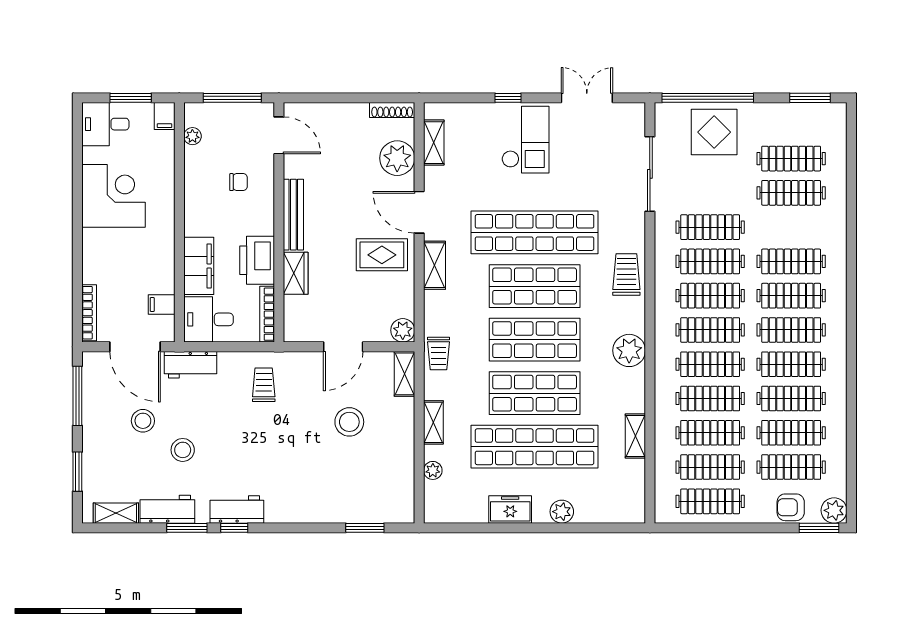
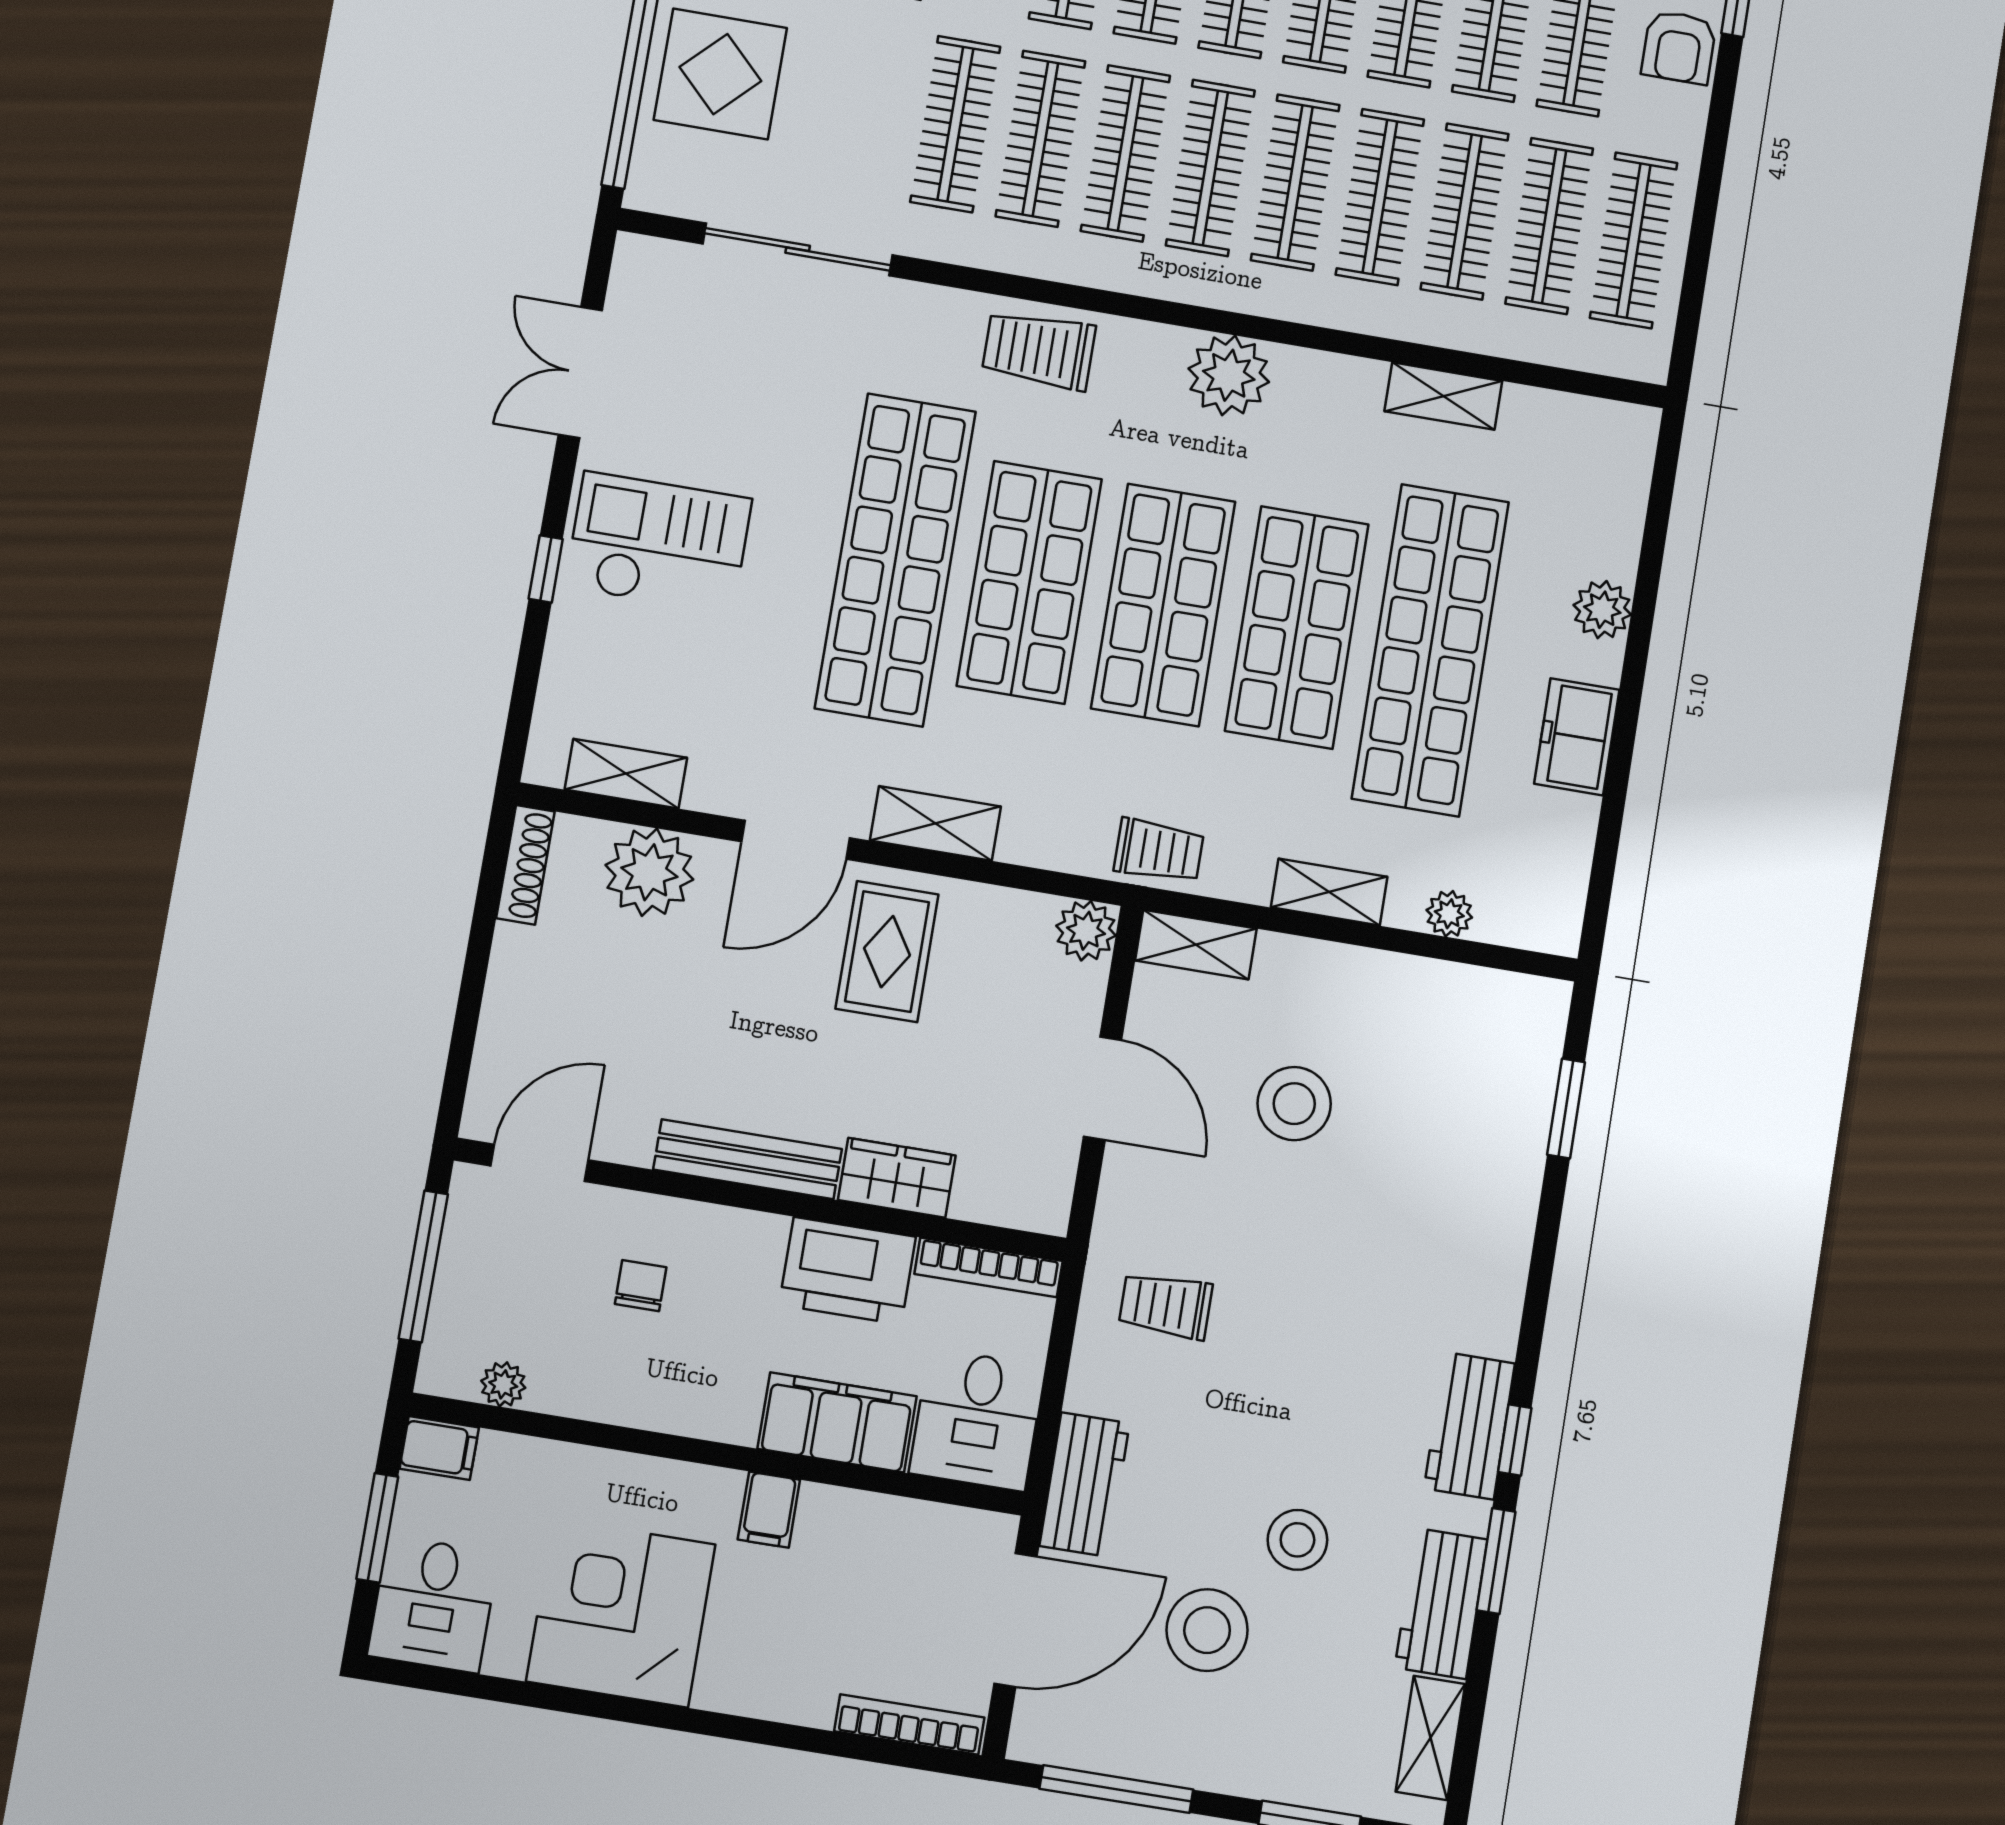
filing cabinet: (162, 305) -> (769, 1510), moved
stool: (143, 421) -> (1207, 1630), width x1.38, depth x1.38

